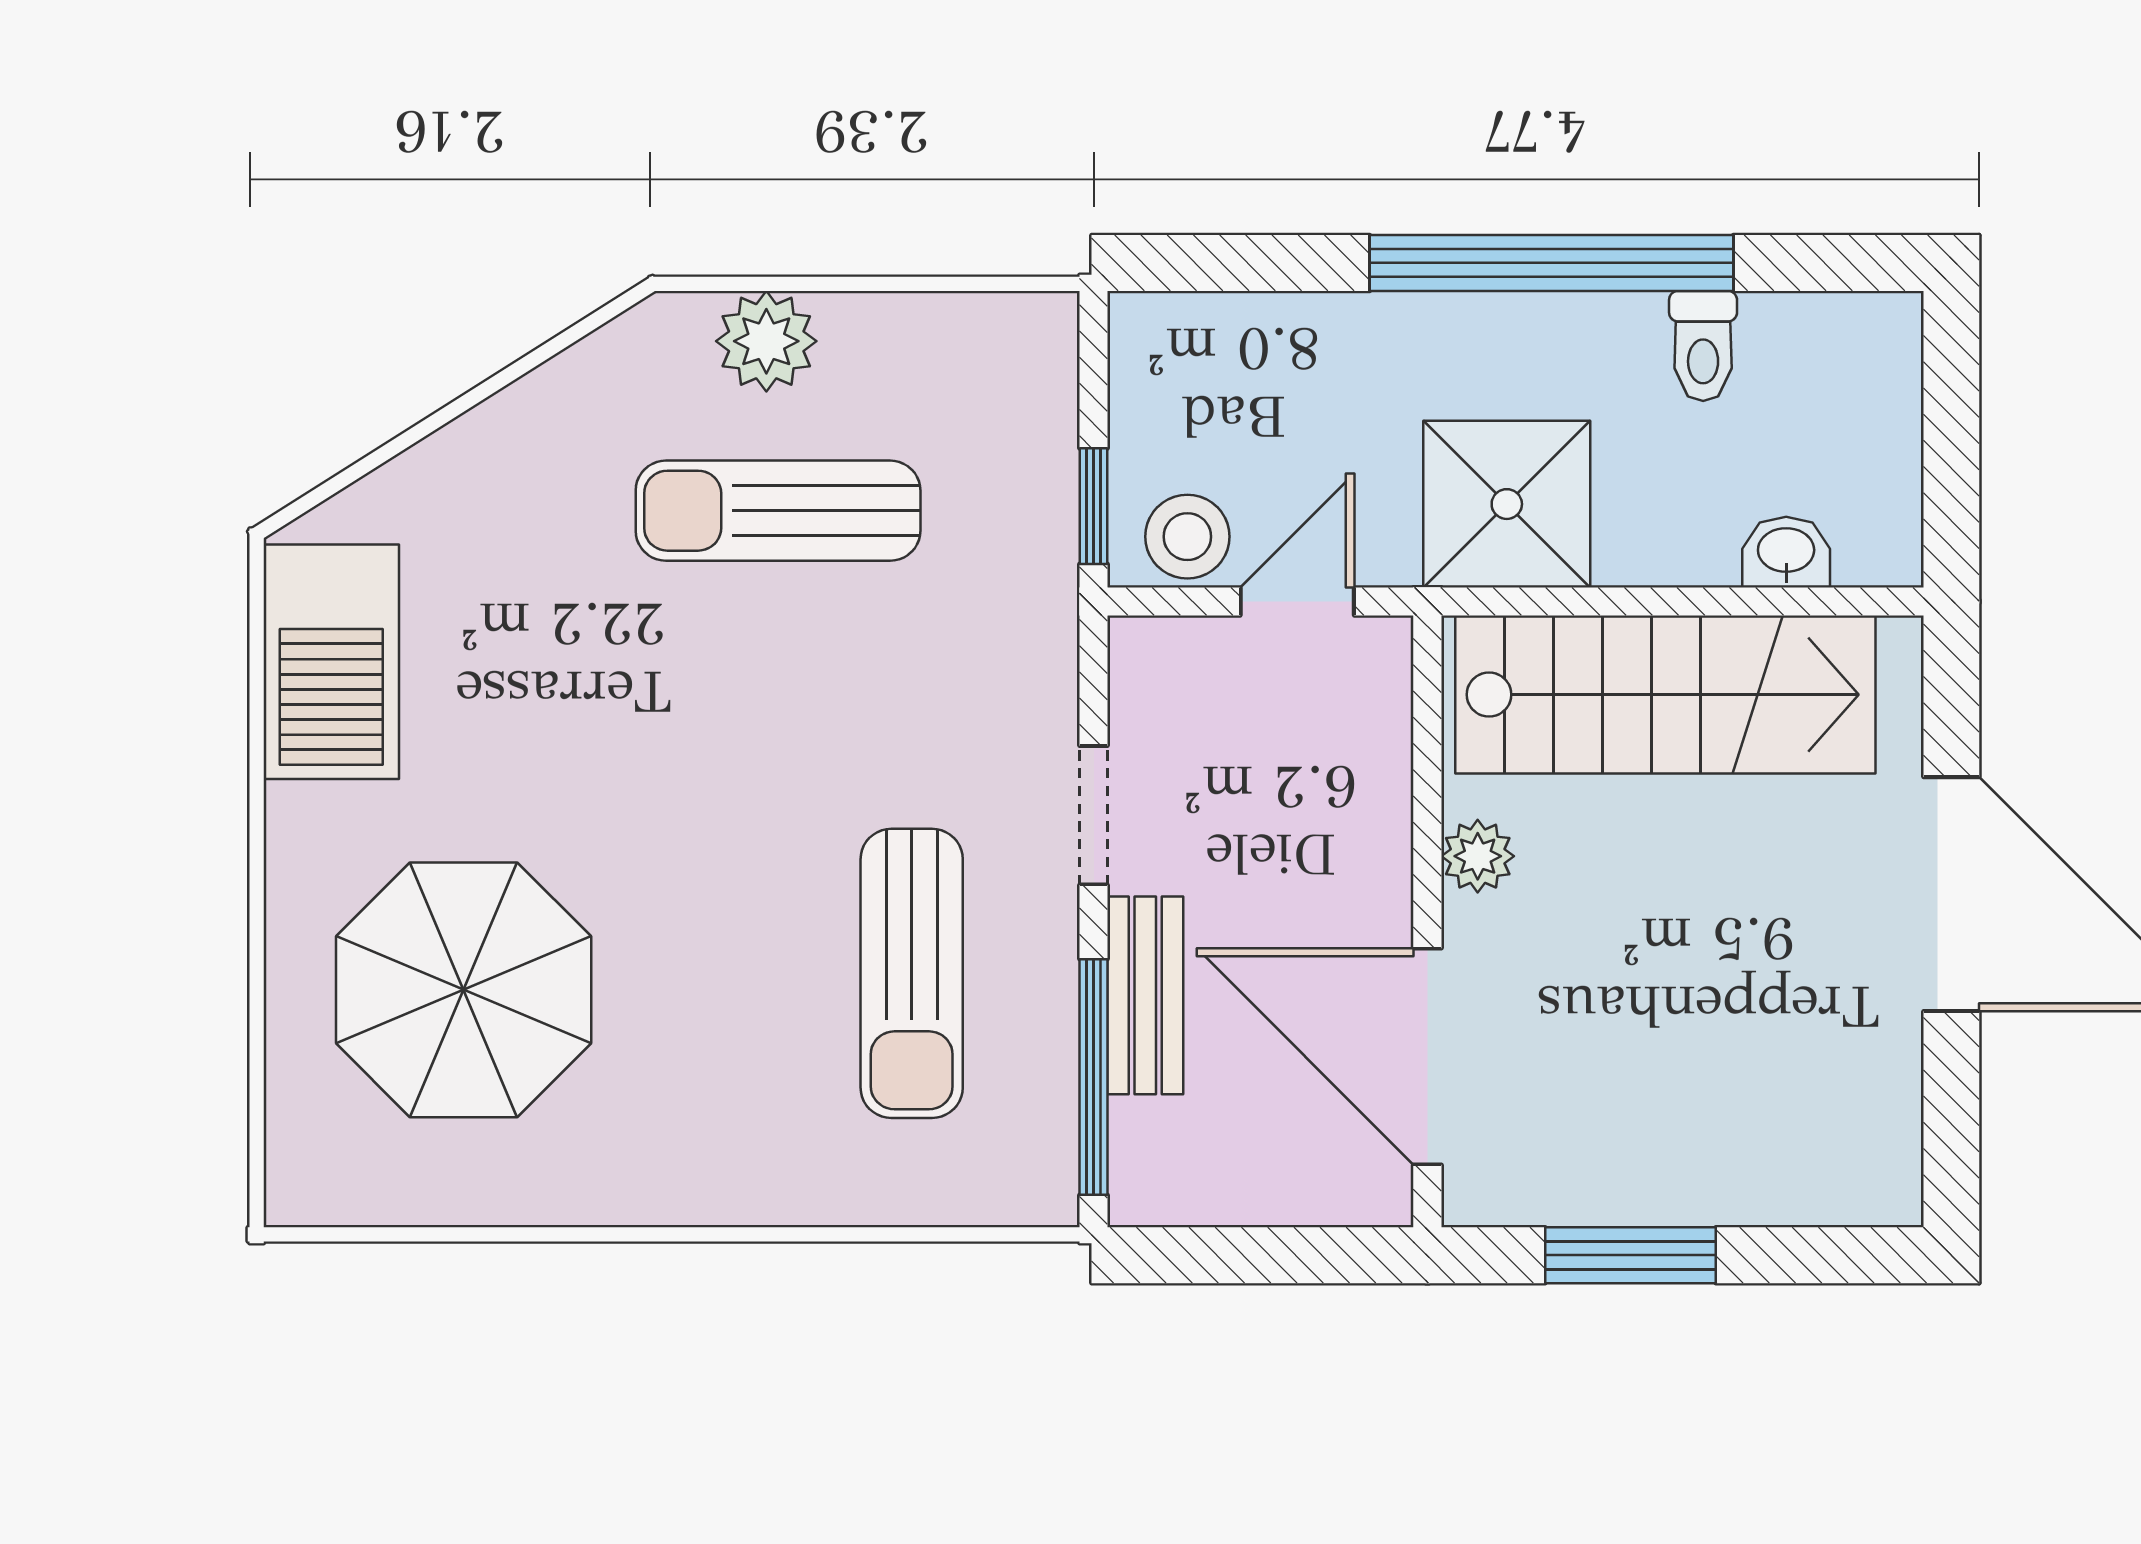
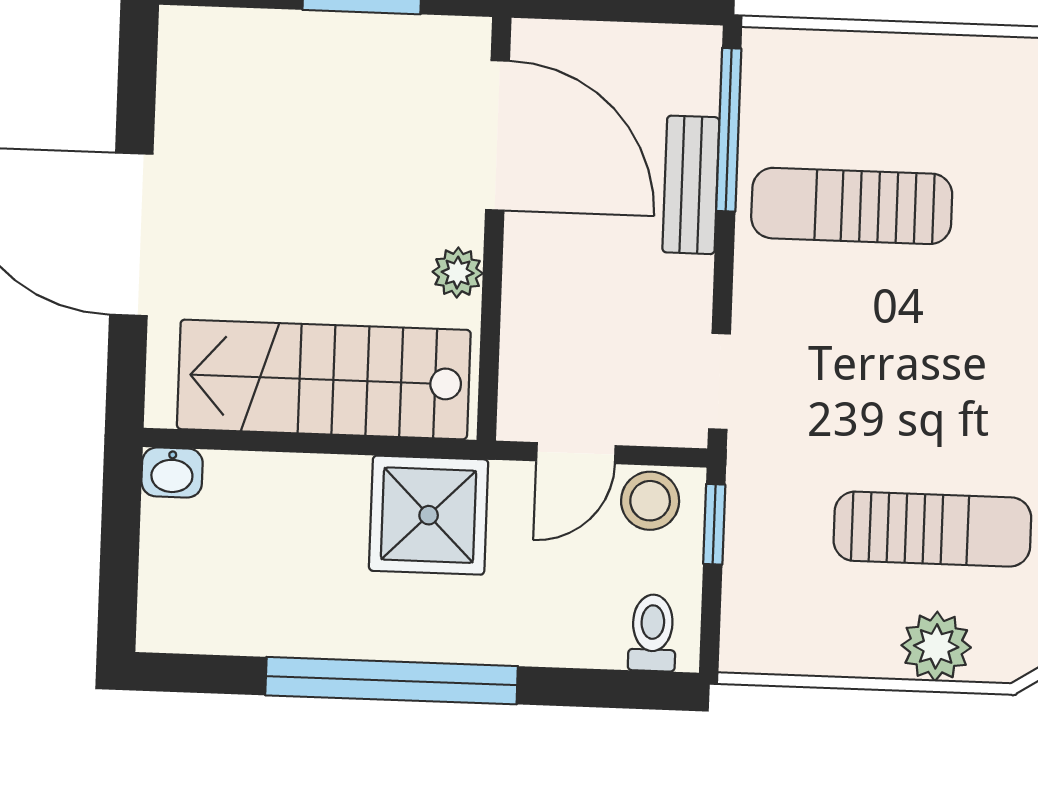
toilet: (1703, 346) -> (652, 633), moved
washbasin: (1786, 552) -> (172, 472), moved
doorway: (1094, 815) -> (719, 381), moved
sun lounger: (912, 973) -> (852, 206), turned -90

